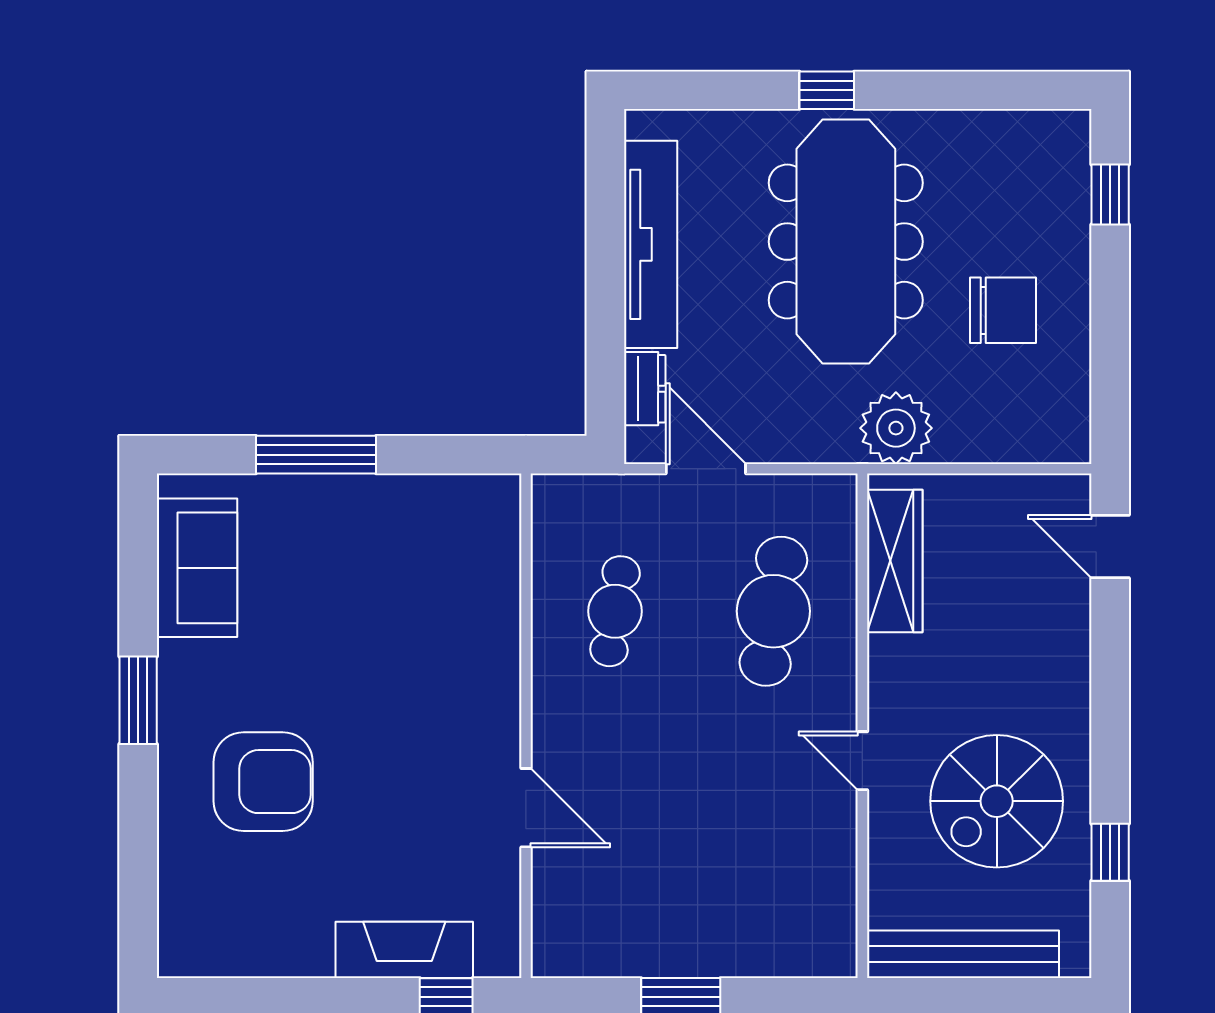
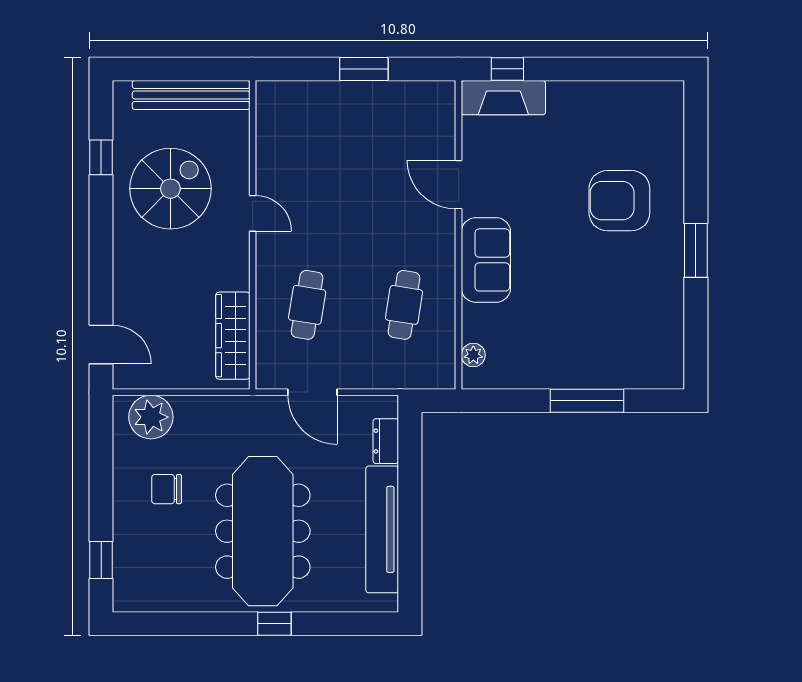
chair: (1003, 310) -> (167, 489), width x0.73, depth x0.73
plant: (896, 428) -> (151, 417), moved
door: (706, 469) -> (312, 392), moved
plant: (502, 529) -> (473, 355), added
sofa: (197, 568) -> (486, 260), moved, turned 180
cafe table: (773, 611) -> (307, 305), width x0.73, depth x0.74
fireplace: (404, 950) -> (503, 98), moved

